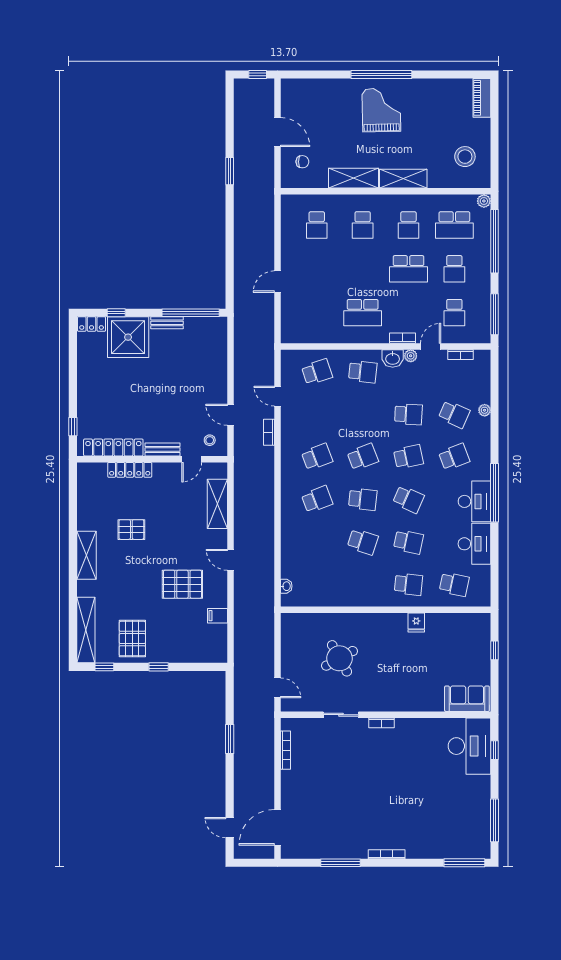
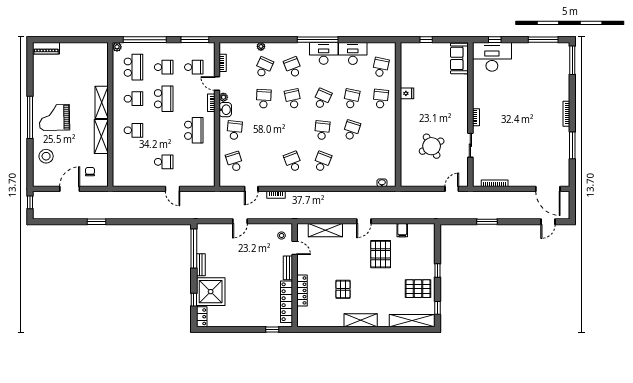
stool: (465, 157) -> (46, 156), moved
school desk: (317, 225) -> (164, 162), moved
door: (230, 415) -> (240, 221), moved
school desk: (363, 457) -> (293, 130), removed
school desk: (317, 499) -> (322, 162), turned 42

